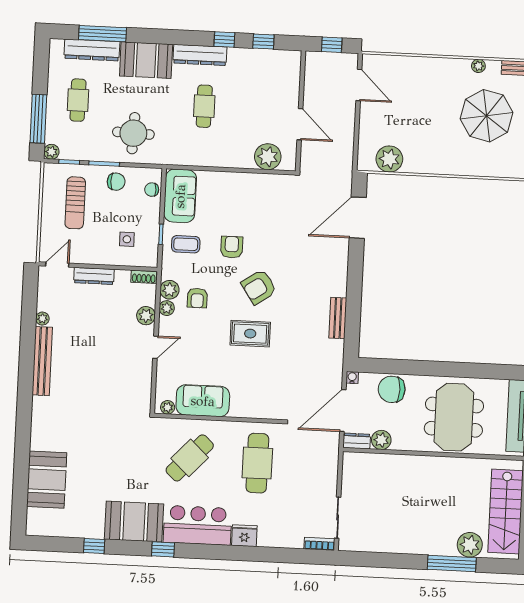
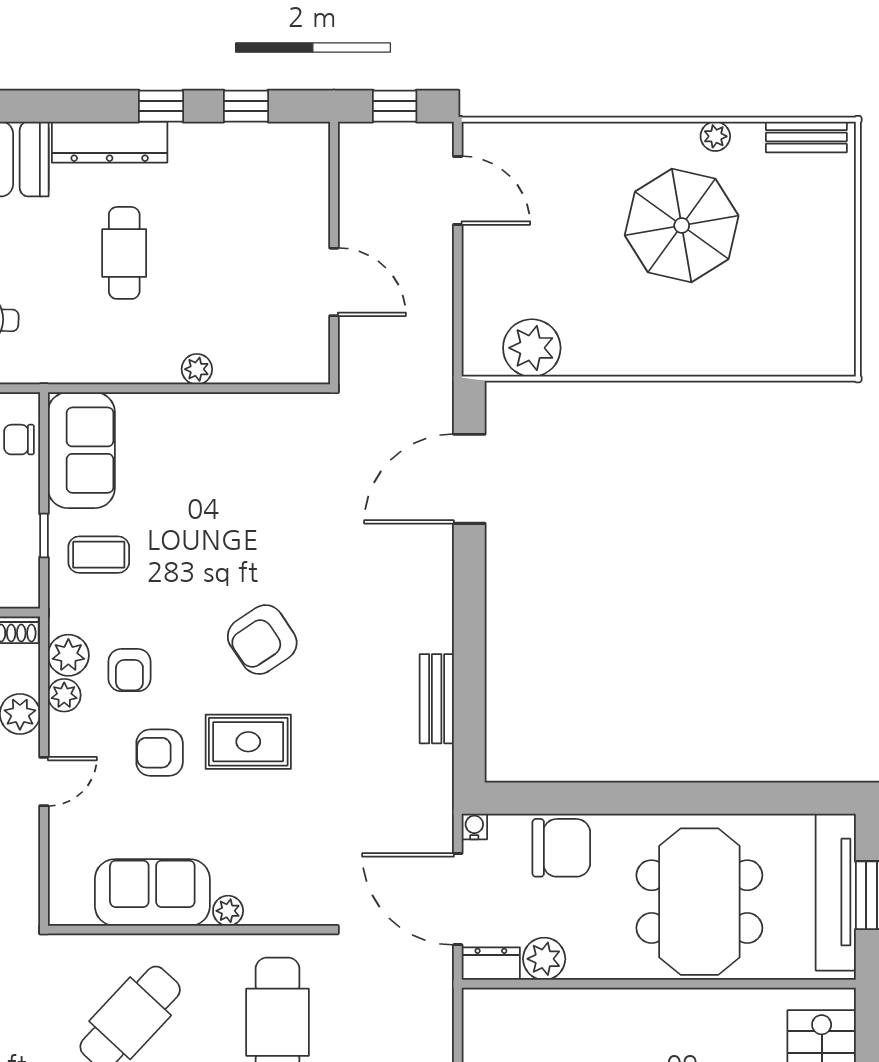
parasol: (486, 116) -> (682, 225), moved
plant: (268, 157) -> (197, 369), moved, width x0.53, depth x0.53
armchair: (232, 247) -> (160, 753), moved, turned -90
chair: (392, 389) -> (561, 848), turned 180
plant: (168, 407) -> (228, 911), moved
door: (343, 411) -> (458, 899), hinge flipped

